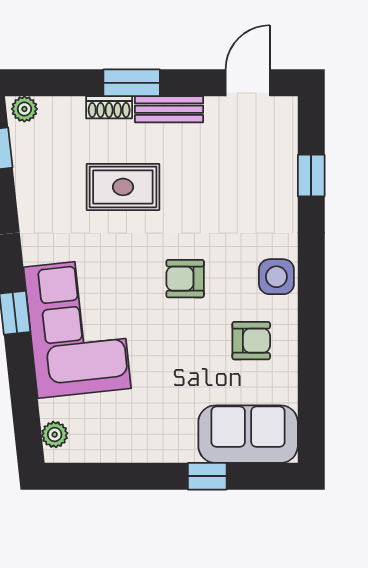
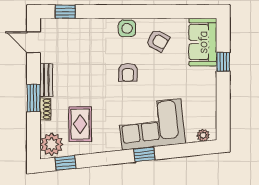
plant: (24, 109) -> (52, 144), width x1.87, depth x1.87
window: (311, 176) -> (65, 12), moved
rug: (123, 187) -> (80, 124), moved
armchair: (251, 341) -> (158, 41), turned 118

